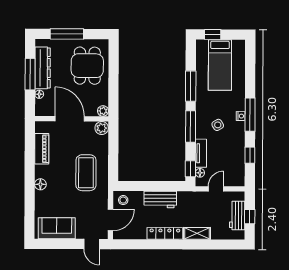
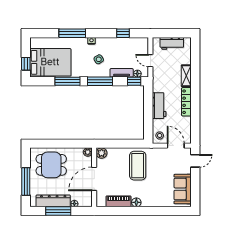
bed: (220, 65) -> (50, 62), width x1.50
window: (250, 115) -> (72, 33), moved
coffee table: (86, 173) -> (138, 166), turned 90
floor lamp: (40, 184) -> (136, 202), moved
window: (250, 217) -> (173, 33), removed

